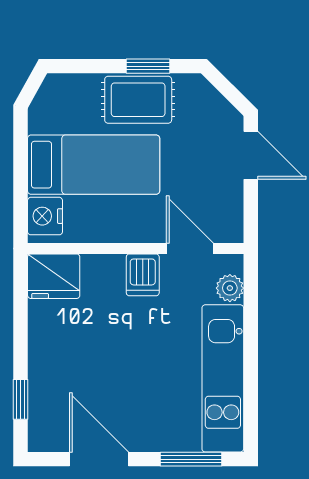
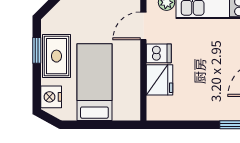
nightstand: (45, 216) -> (51, 97), moved, turned 90
fridge: (54, 276) -> (160, 80), moved

